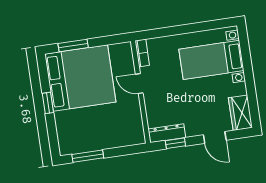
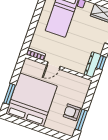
window: (48, 103) -> (36, 127), removed
armchair: (91, 139) -> (72, 112), added

